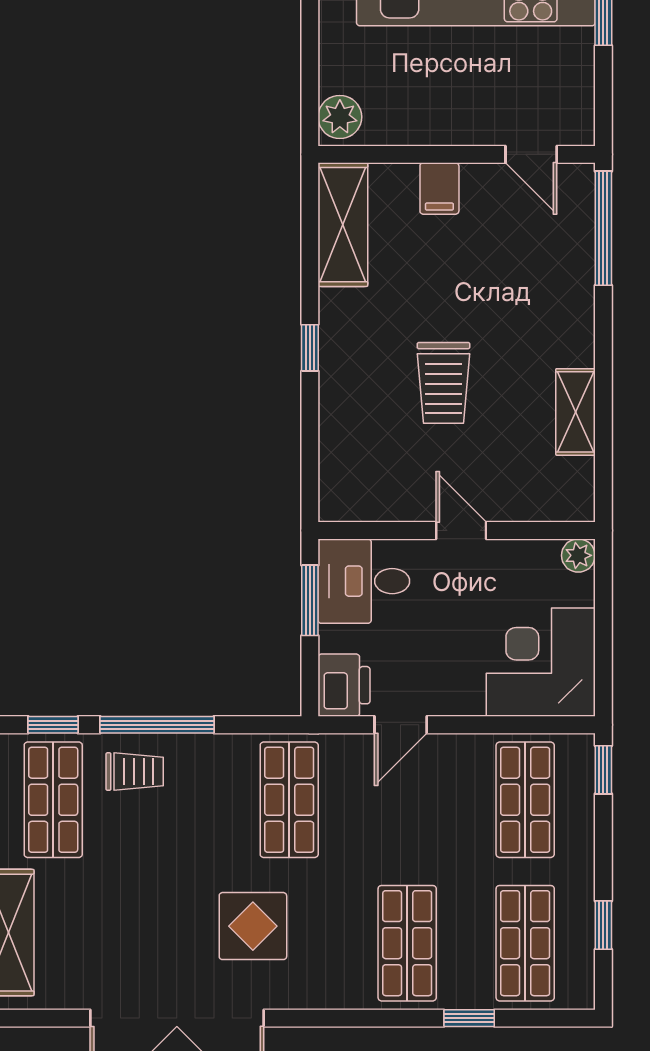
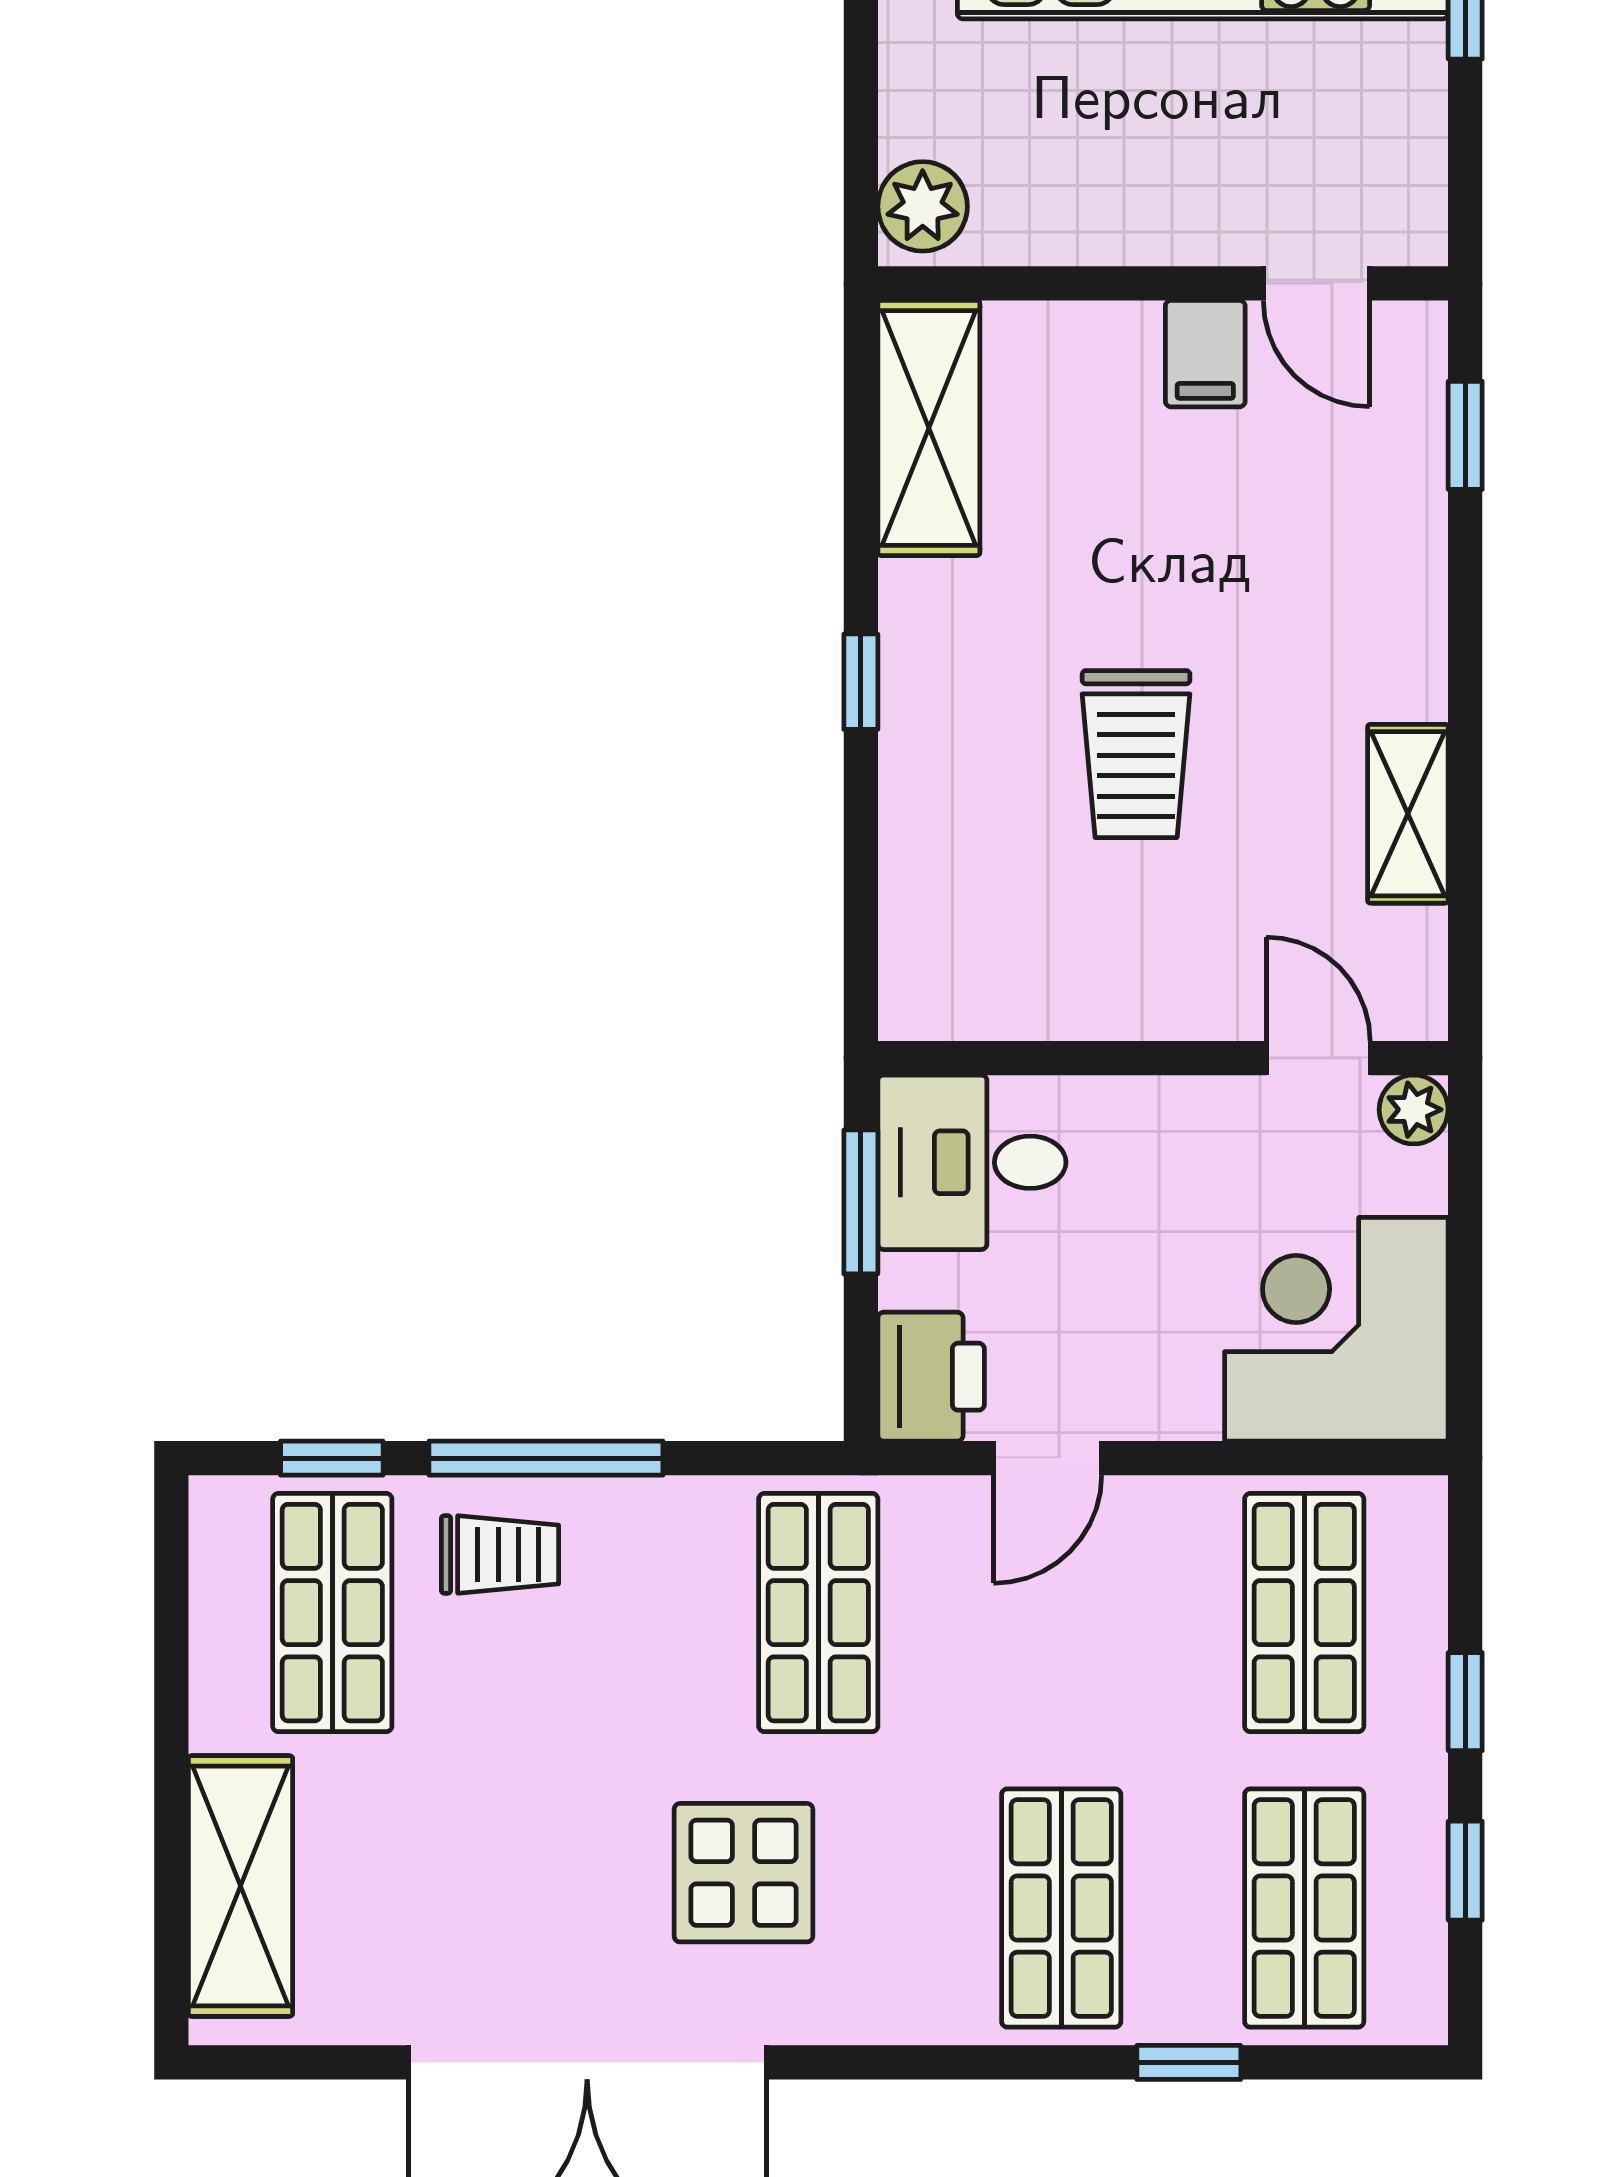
filing cabinet: (439, 188) -> (1205, 354), moved
window: (603, 228) -> (1465, 435), width x0.46
door: (461, 531) -> (1318, 1058), moved
window: (603, 770) -> (1465, 1702), moved

